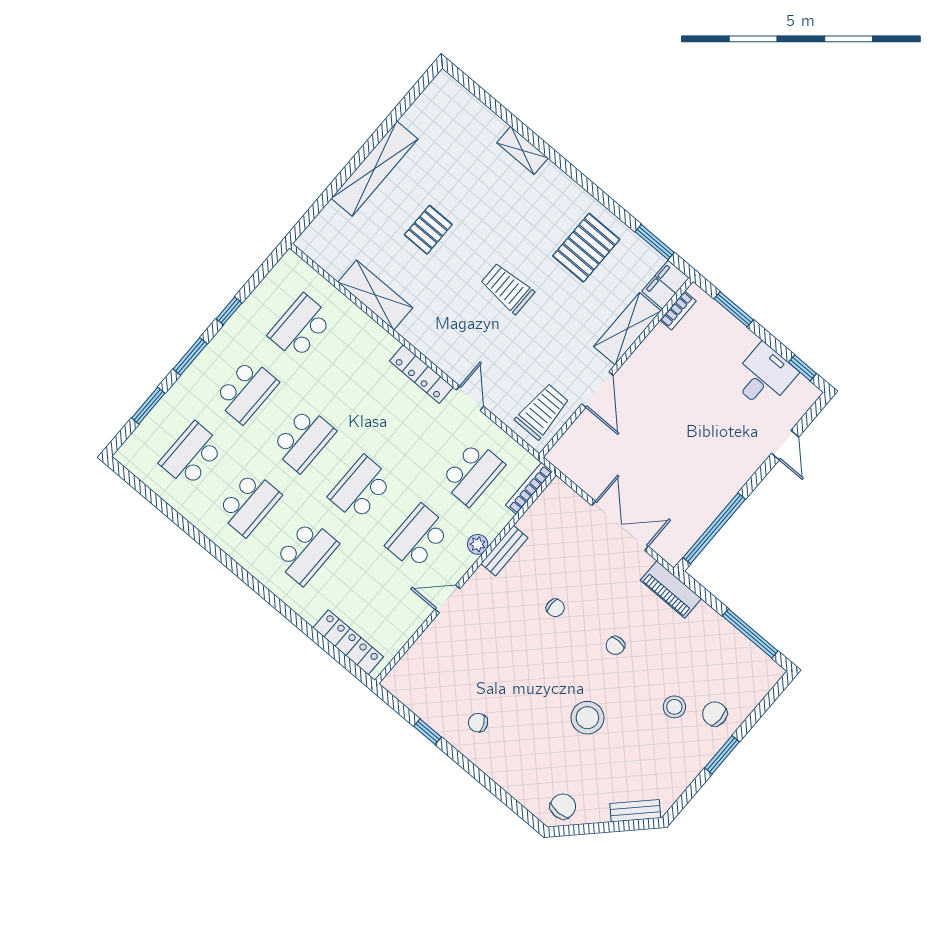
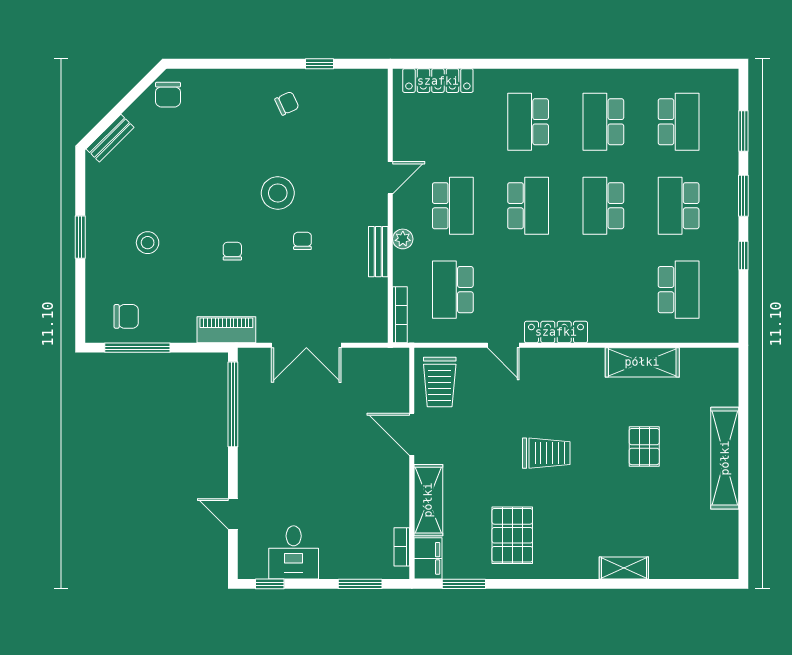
chair: (555, 608) -> (302, 241), turned 90
chair: (715, 714) -> (126, 316), moved
stool: (587, 718) -> (278, 193), moved

